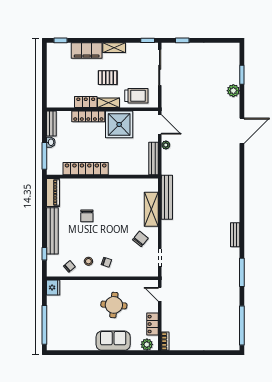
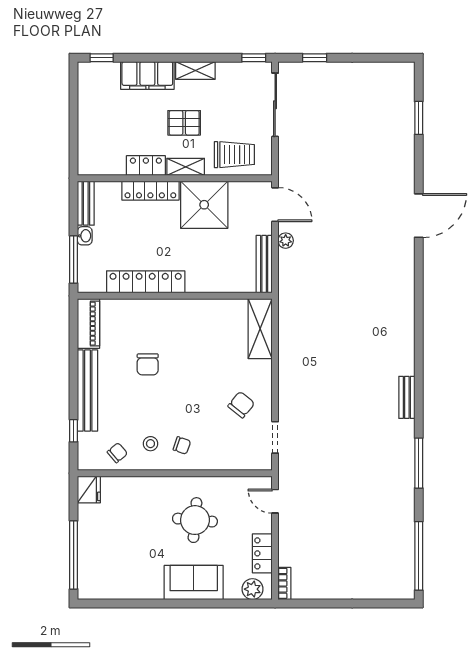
plant: (233, 91) -> (404, 146), removed
bench: (167, 197) -> (288, 332), removed
shelving: (151, 209) -> (260, 329), moved

